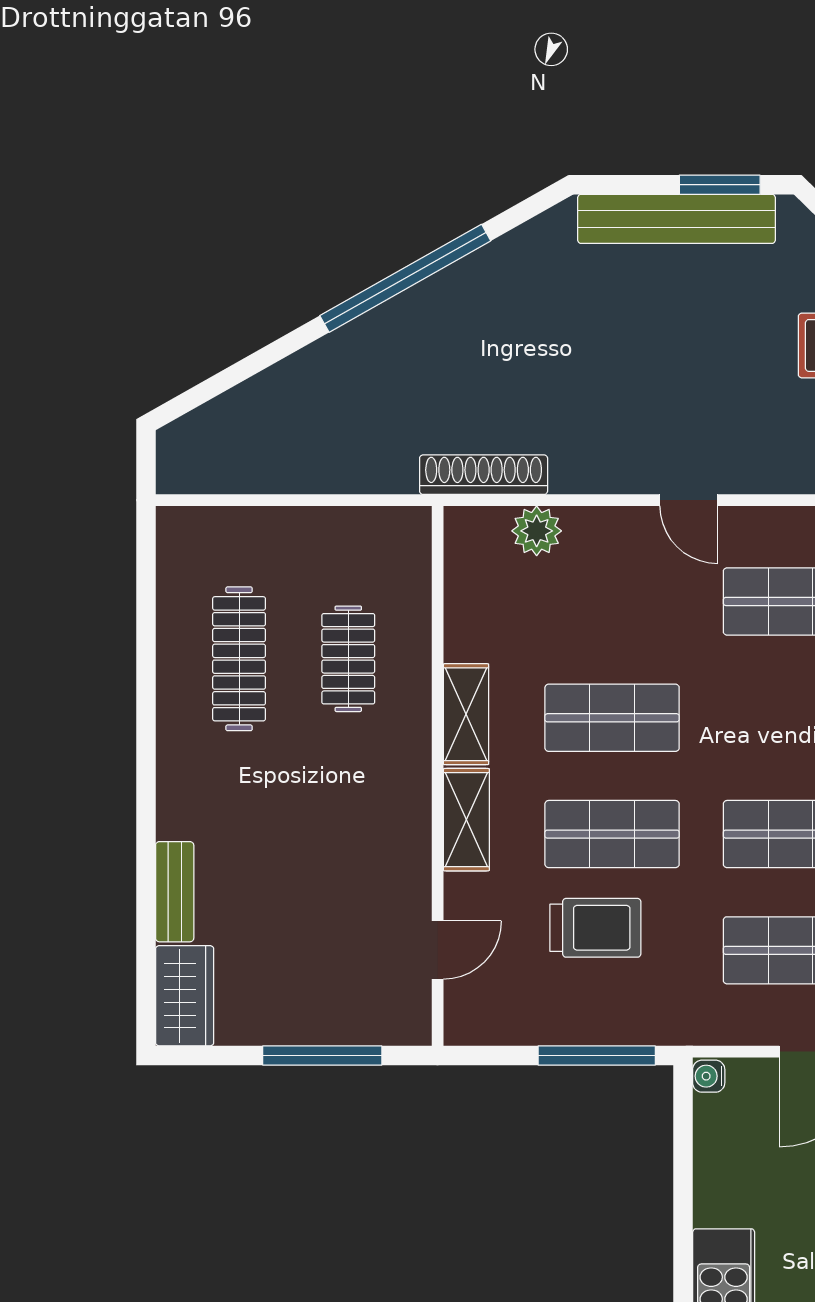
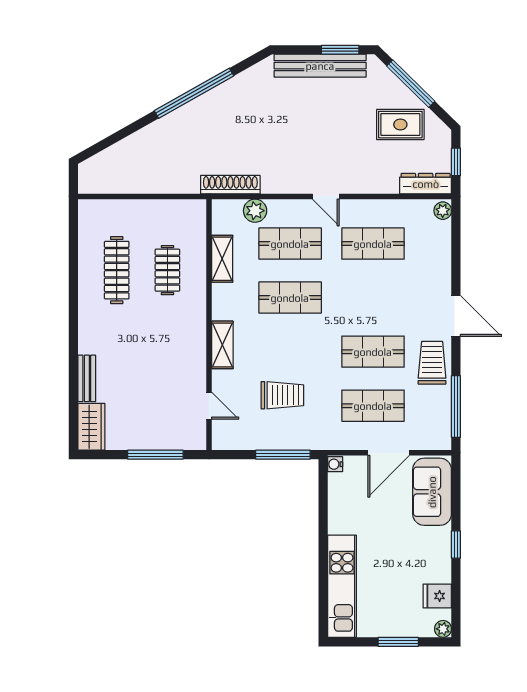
shelving: (466, 714) -> (222, 259), moved
shop shelf: (612, 834) -> (290, 244), moved
door: (438, 950) -> (209, 406), hinge flipped

